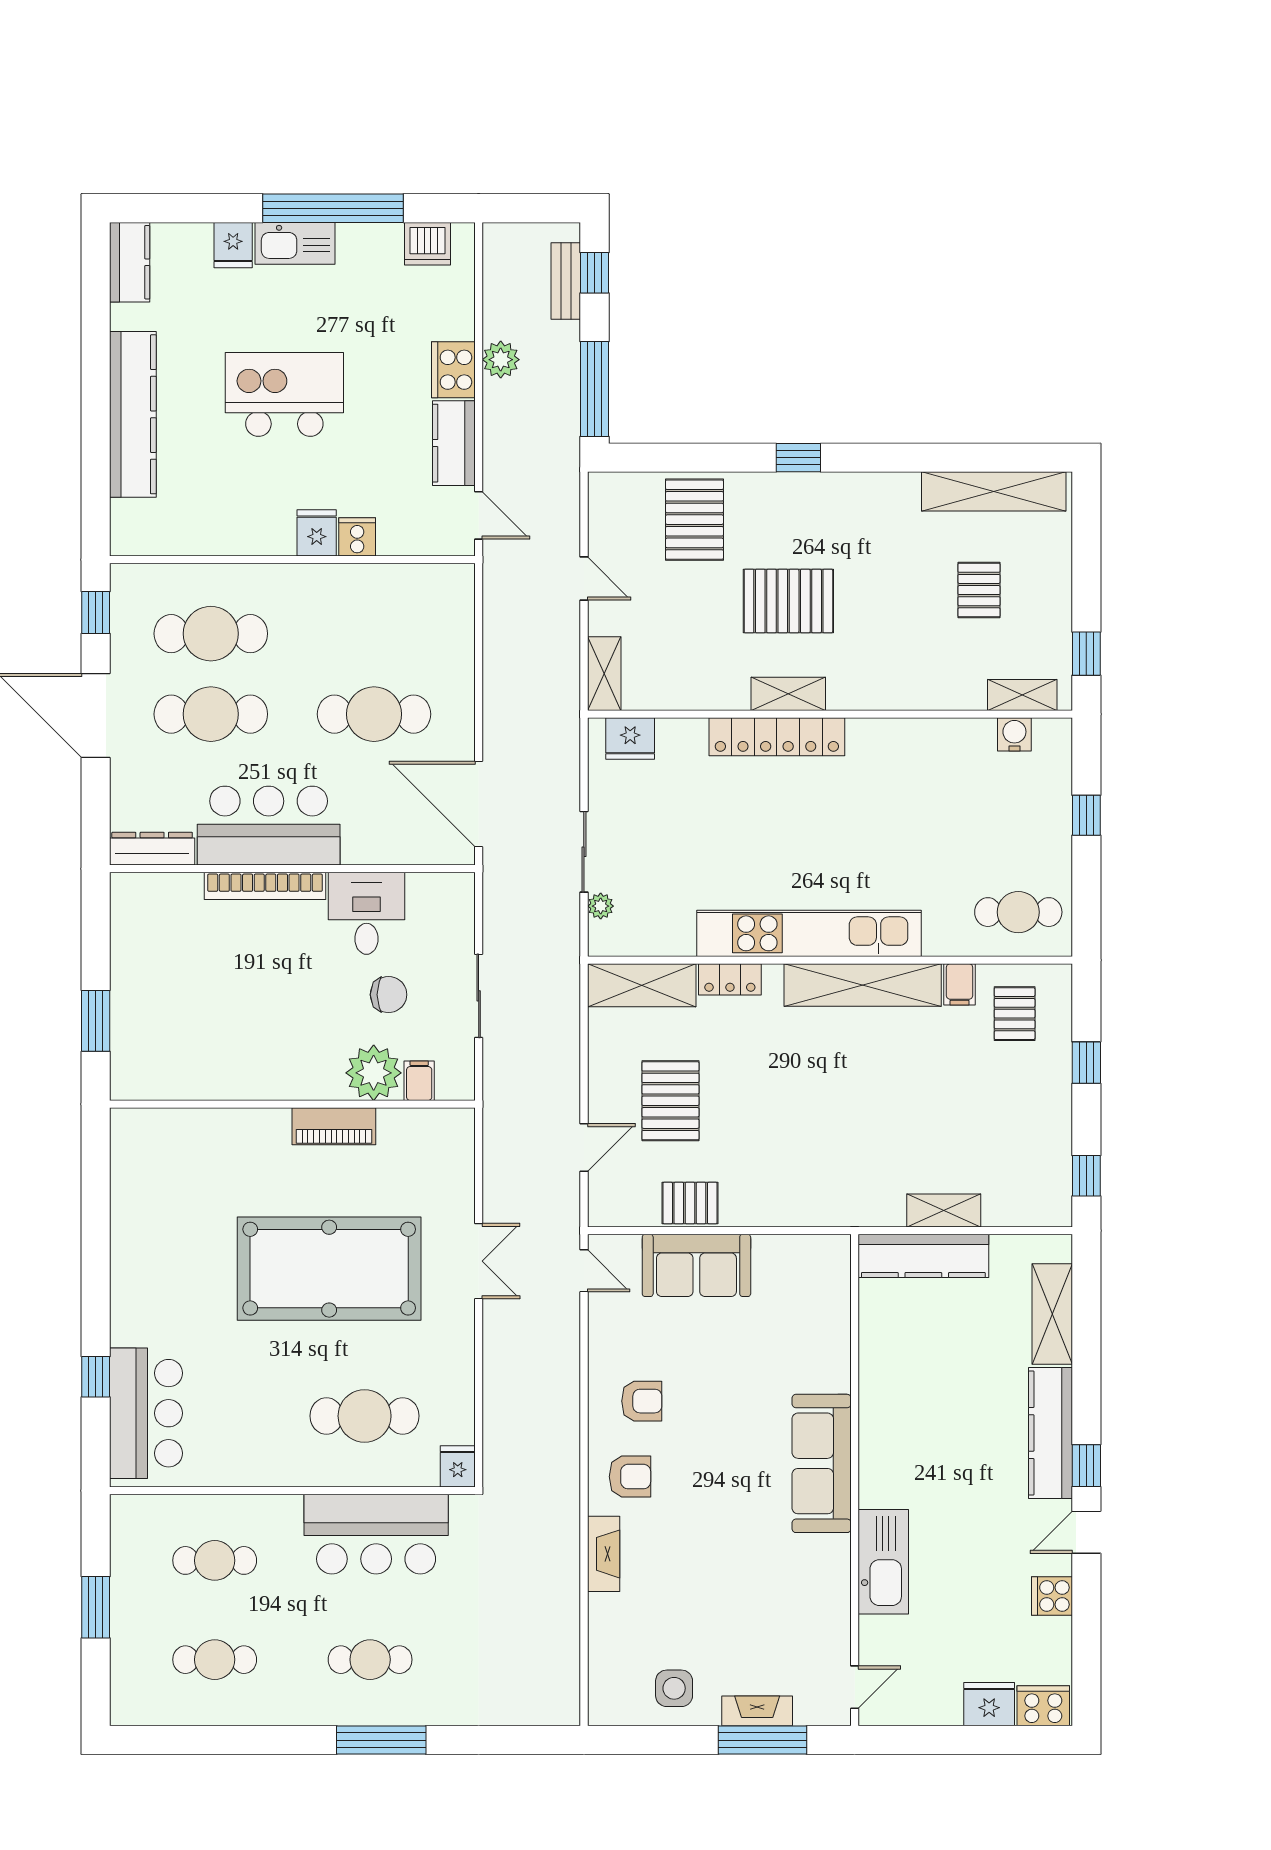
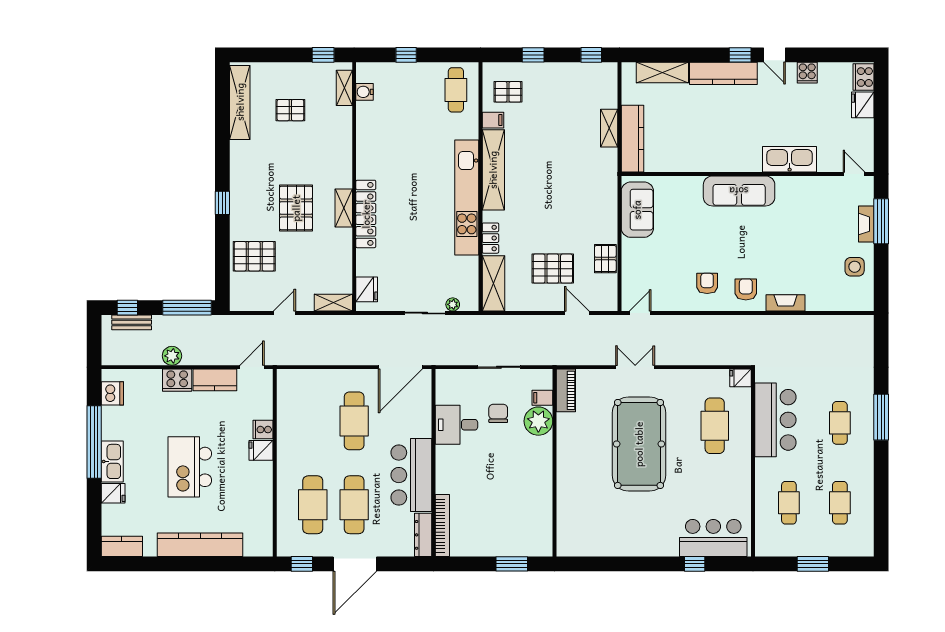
bookcase: (265, 886) -> (442, 526), moved
piano: (334, 1126) -> (566, 390), moved
sofa: (696, 1265) -> (637, 210), moved

